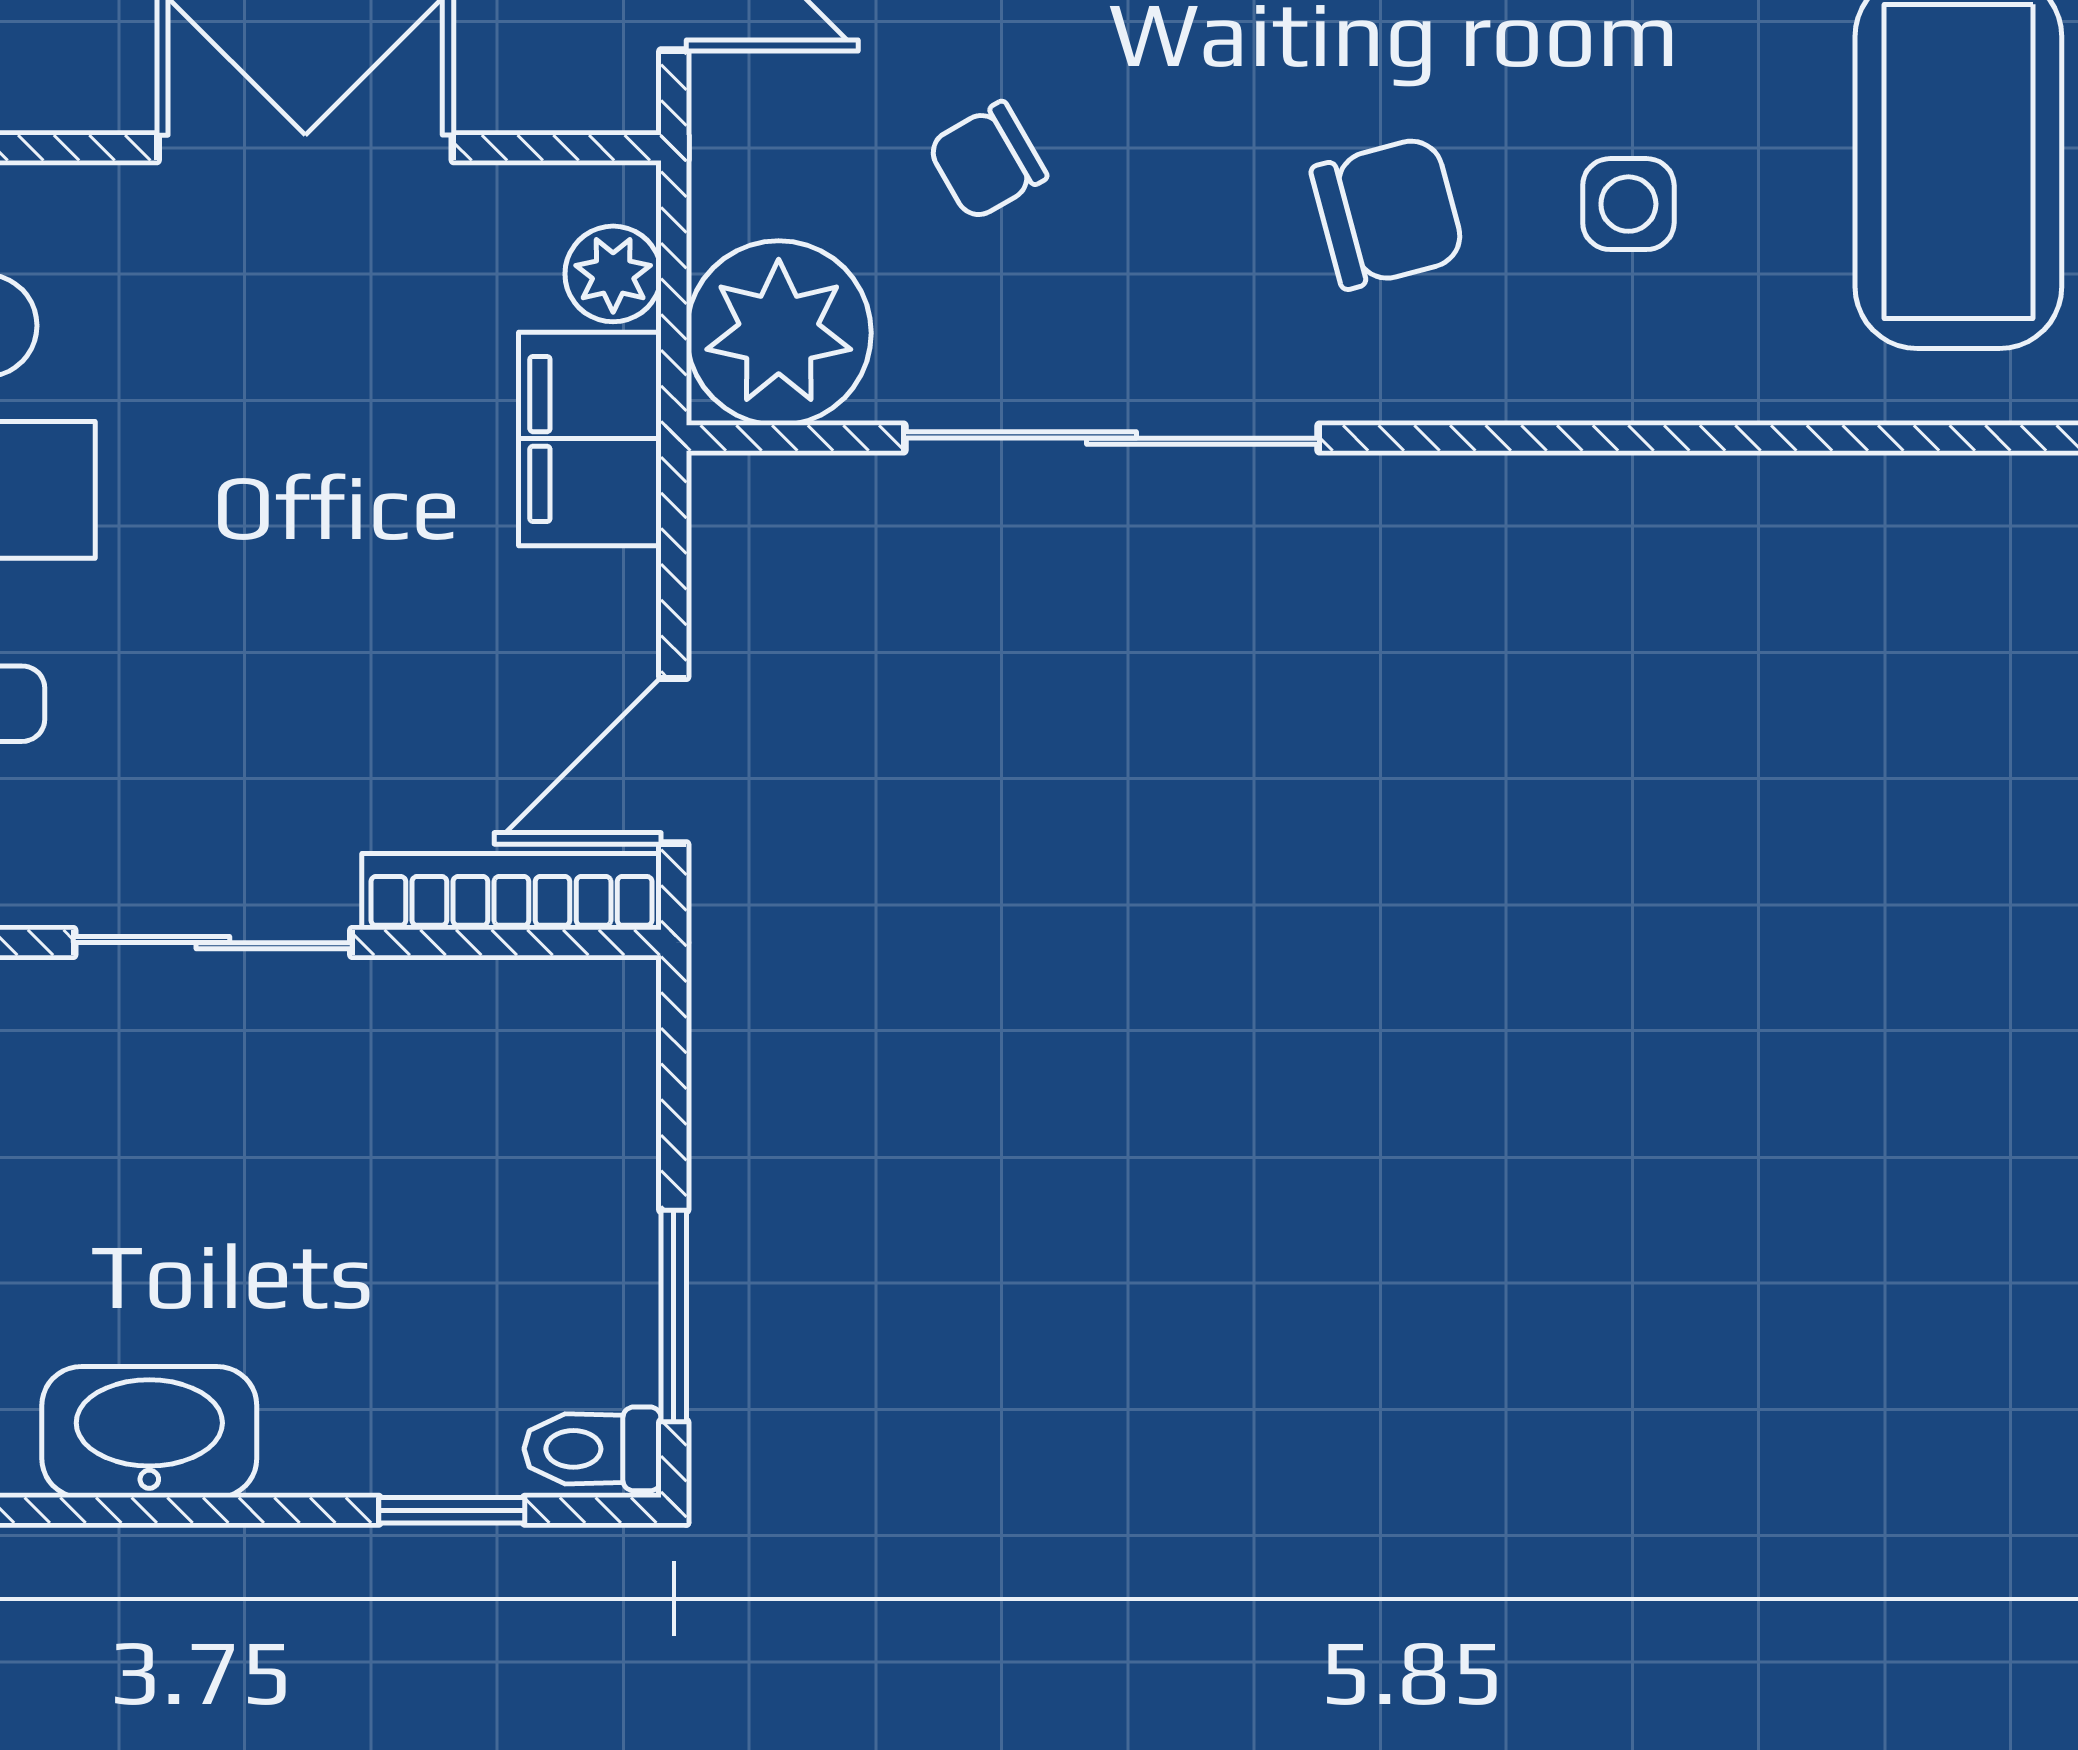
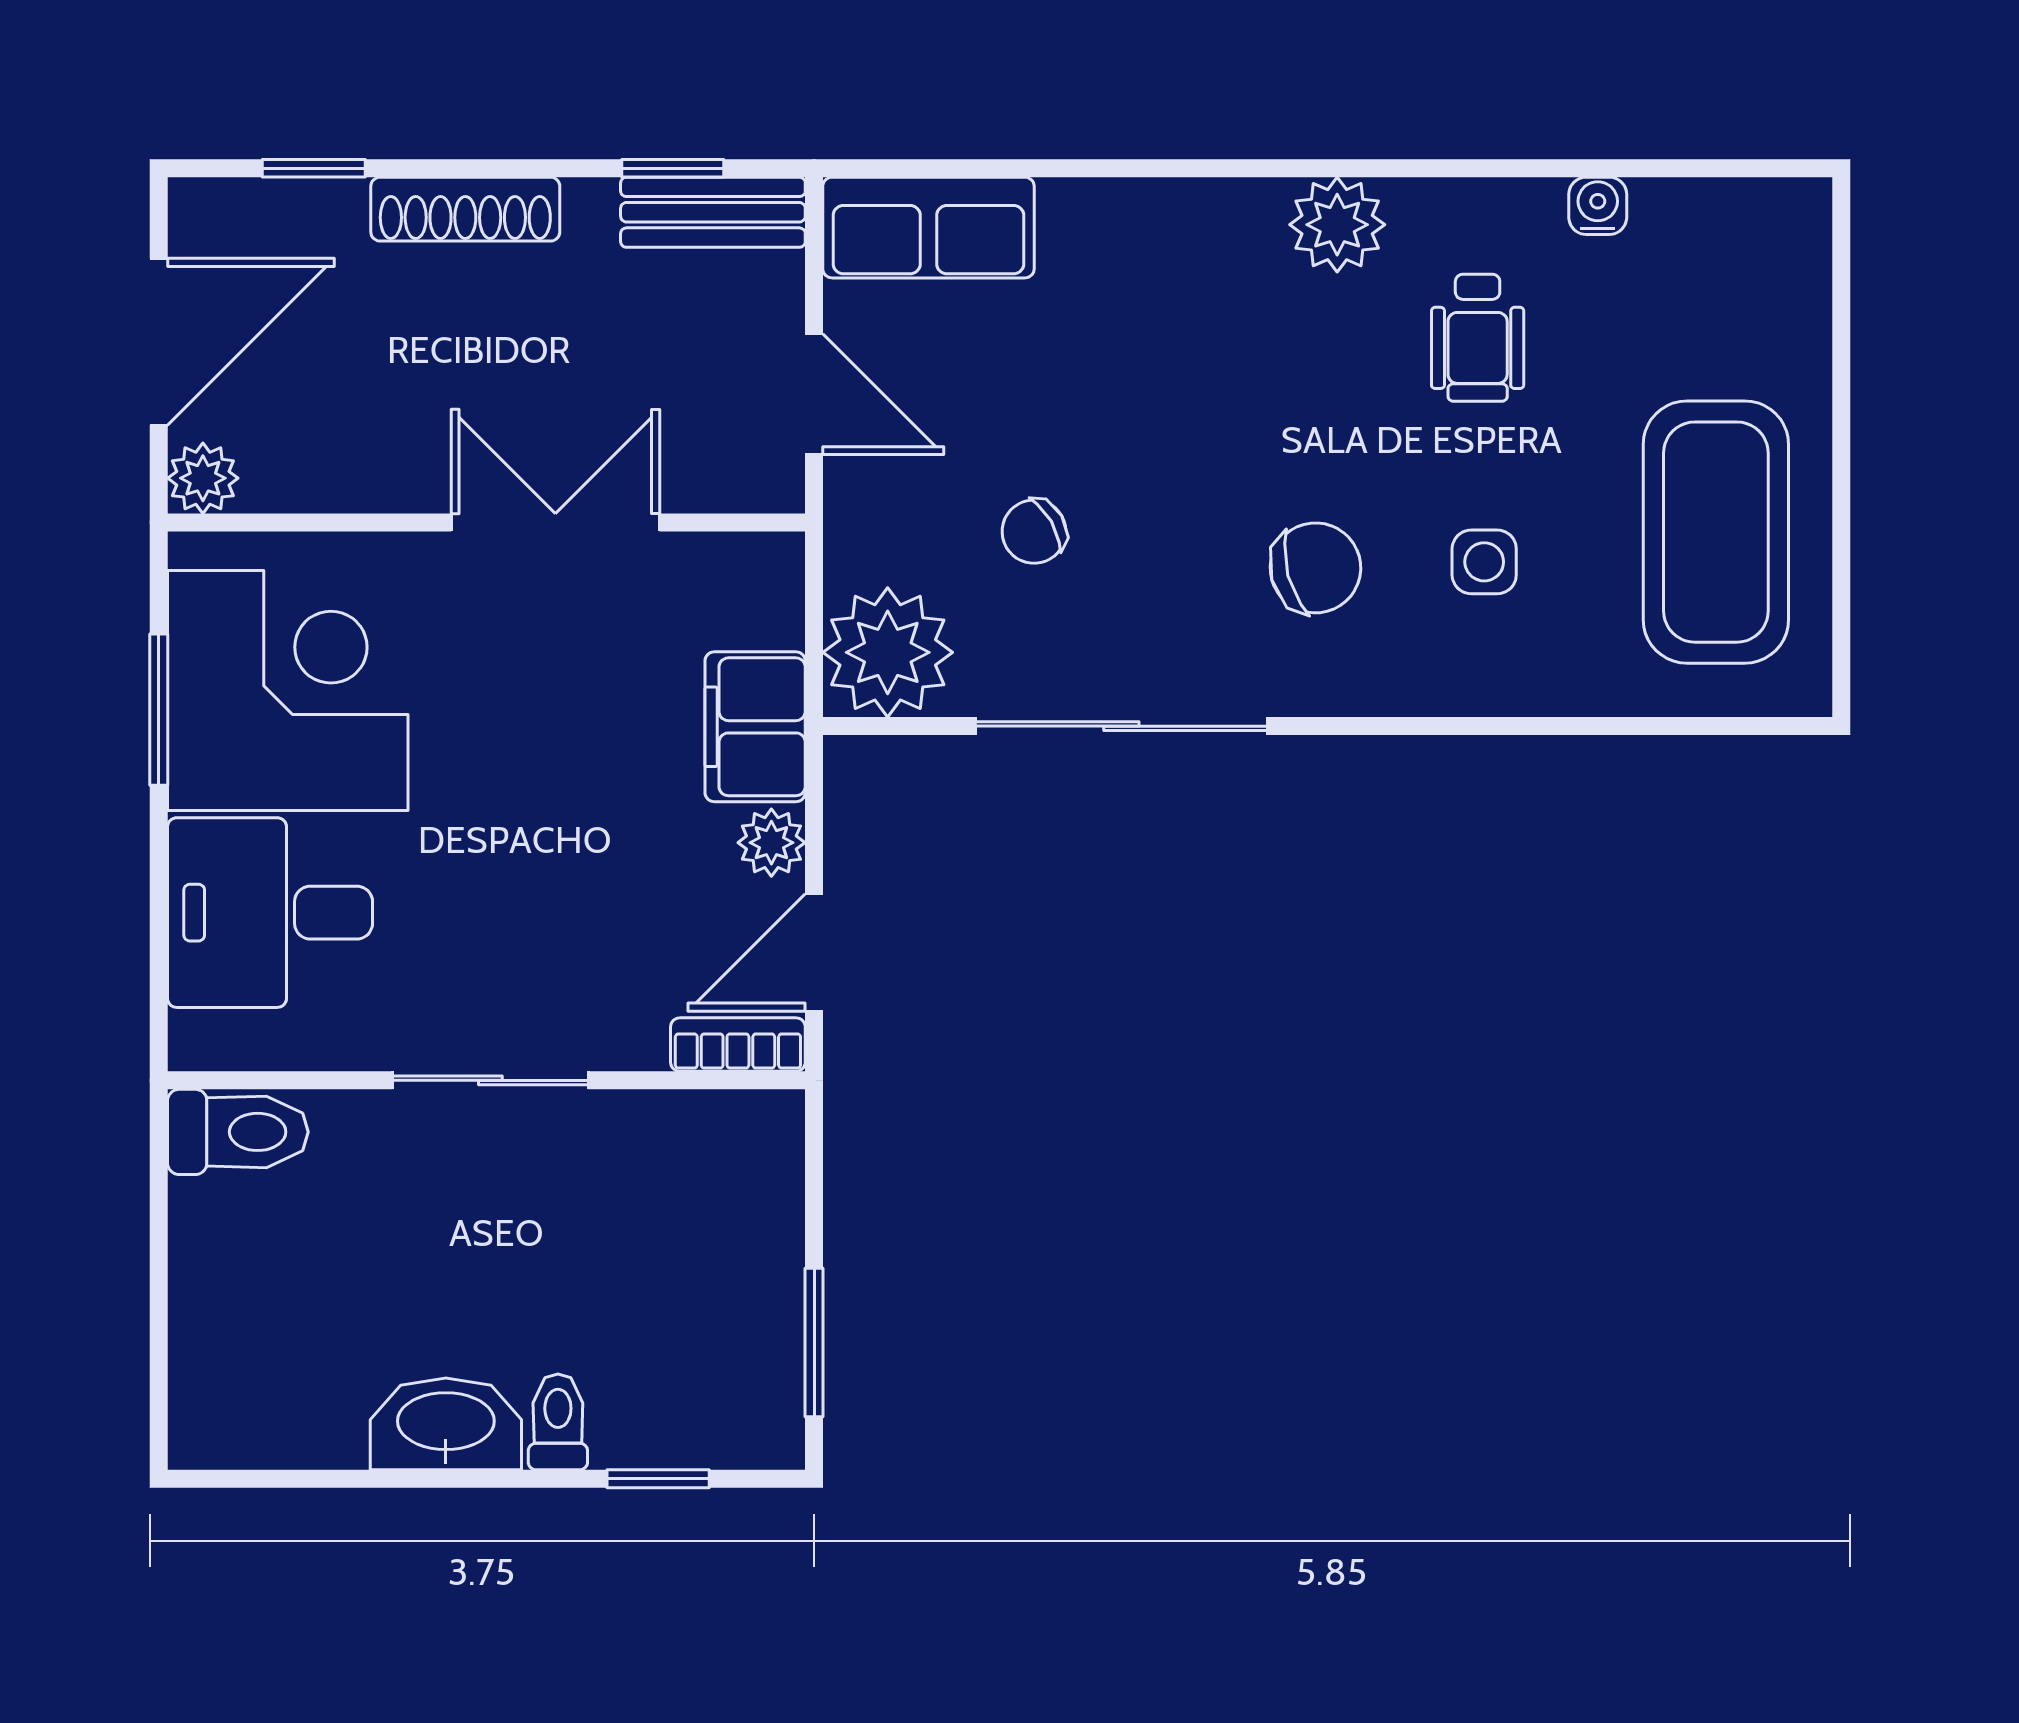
plant: (613, 274) -> (771, 843), moved
bookcase: (511, 892) -> (738, 1045), width x0.64
toilet: (593, 1449) -> (558, 1422), moved, turned 90

